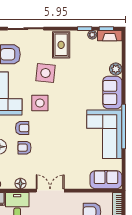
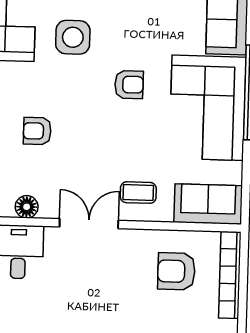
armchair: (22, 128) -> (129, 85), moved
coffee table: (73, 175) -> (138, 193), added

